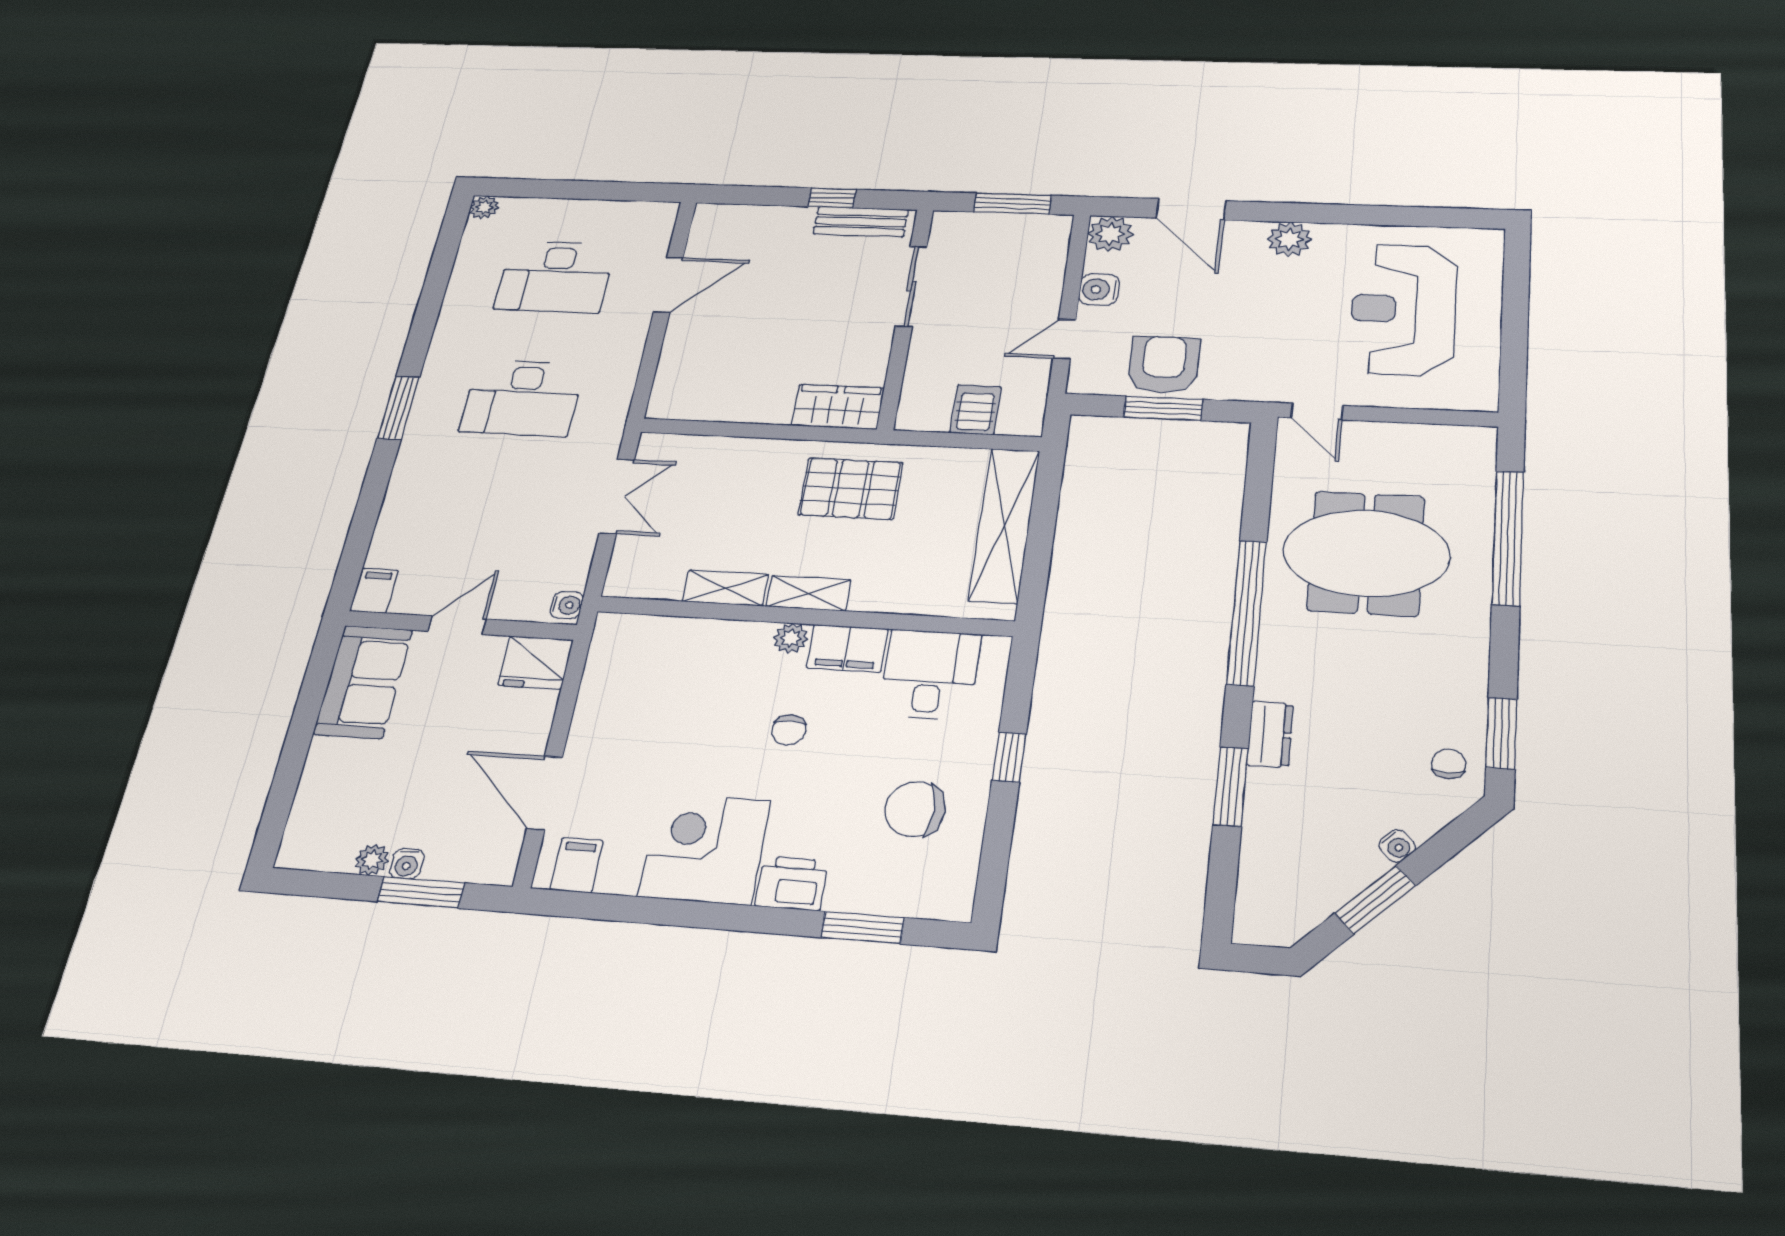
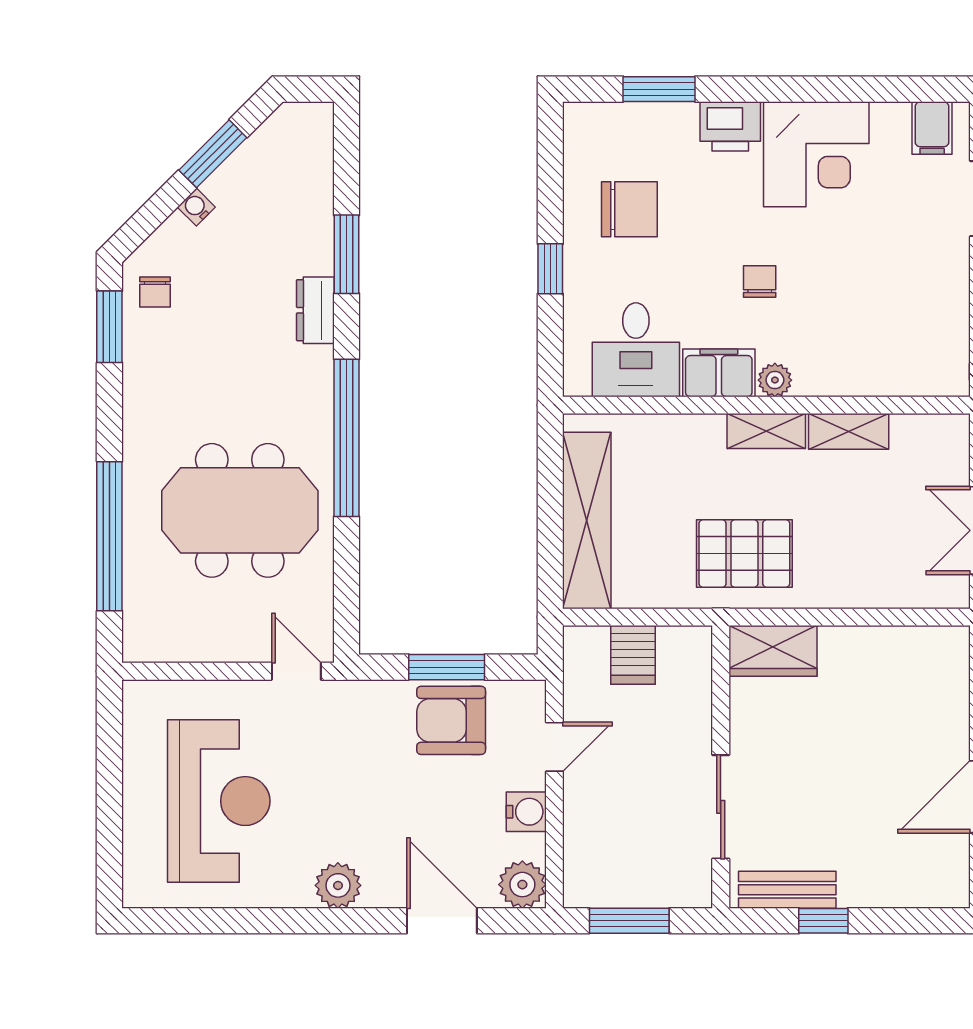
armchair: (1164, 365) -> (451, 720), turned 90

